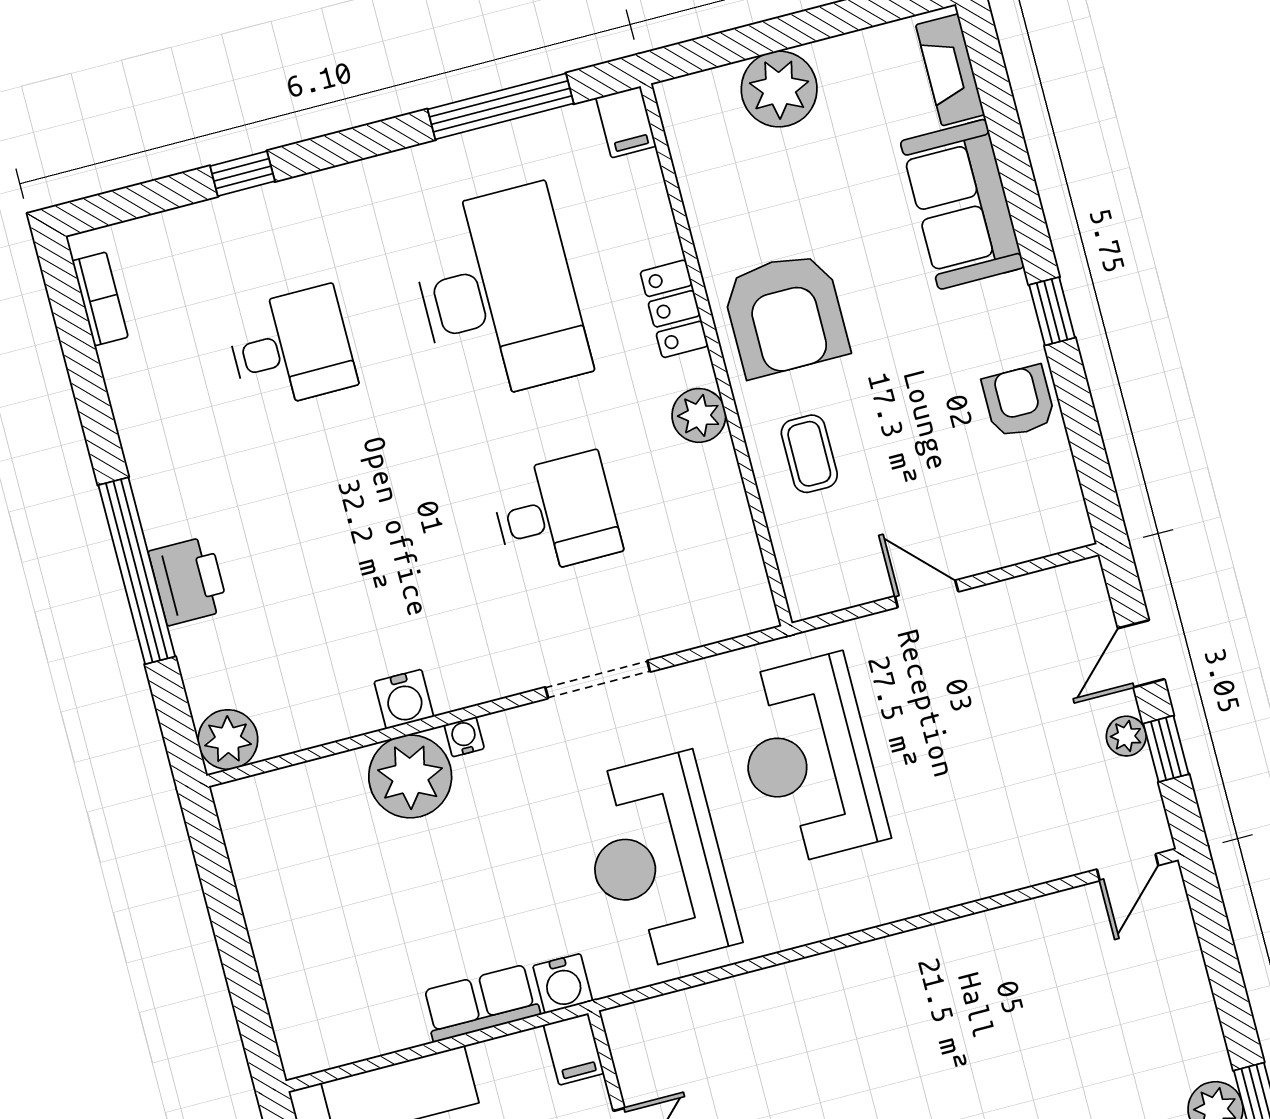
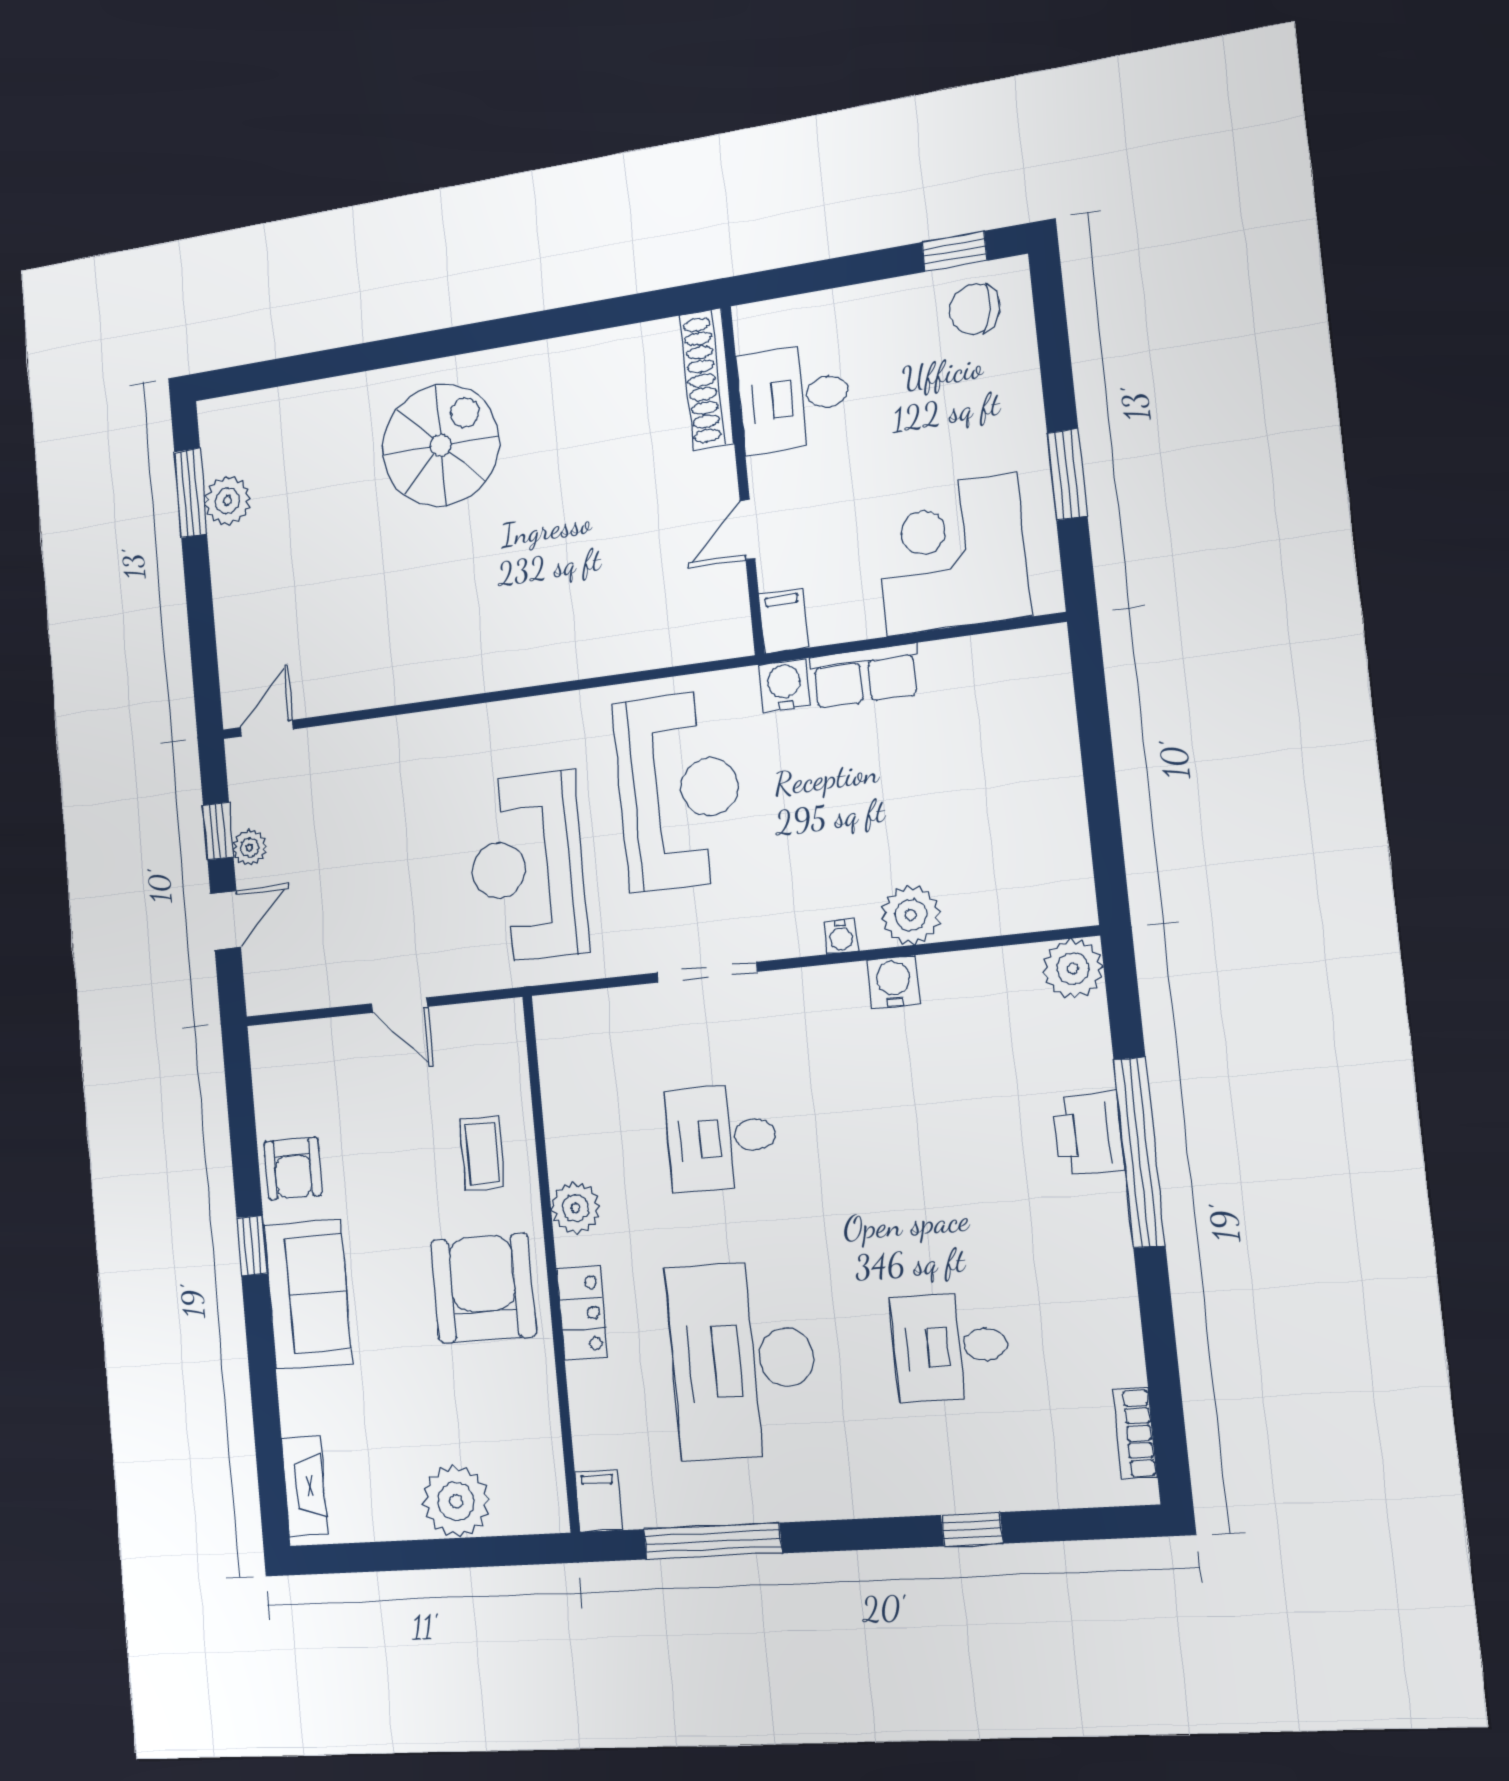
sofa: (962, 204) -> (308, 1294), moved
reception desk: (808, 760) -> (527, 867), turned 180
plant: (410, 776) -> (911, 915), width x0.73, depth x0.73

